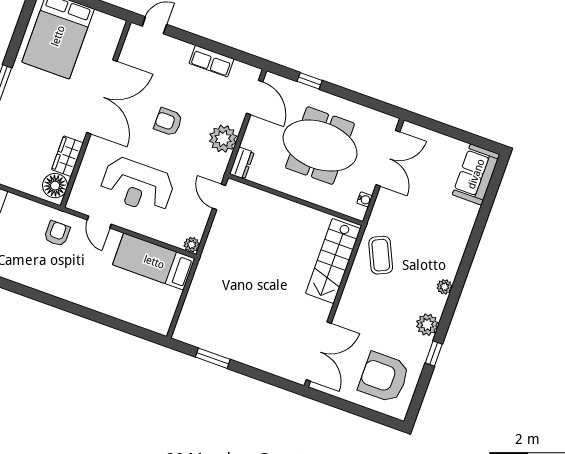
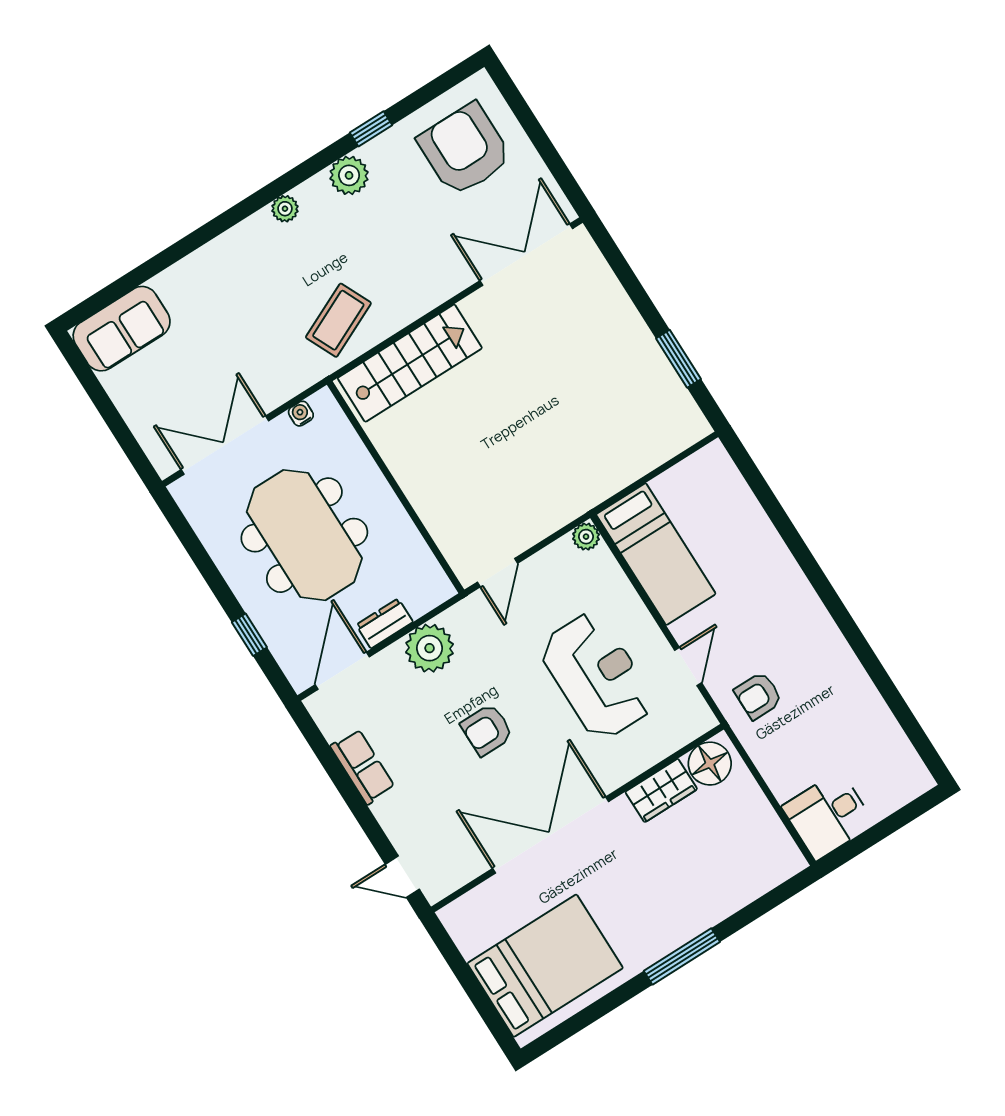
armchair: (168, 122) -> (487, 730), turned 90
dresser: (242, 163) -> (385, 623), moved
armchair: (384, 377) -> (465, 150), turned 180

